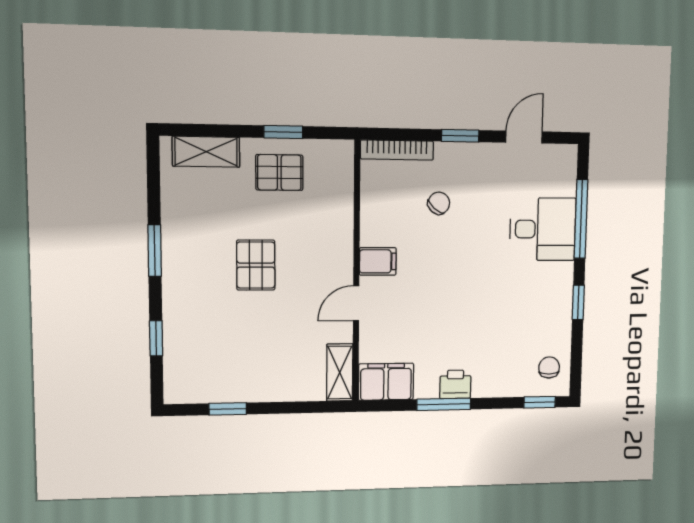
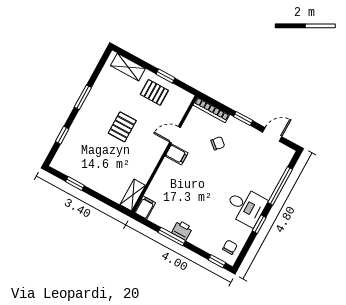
desk: (543, 229) -> (246, 206), moved
door: (356, 303) -> (175, 135), moved
filing cabinet: (386, 382) -> (145, 208), width x0.50

